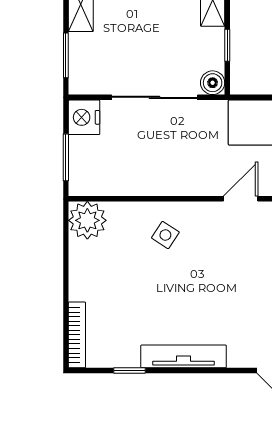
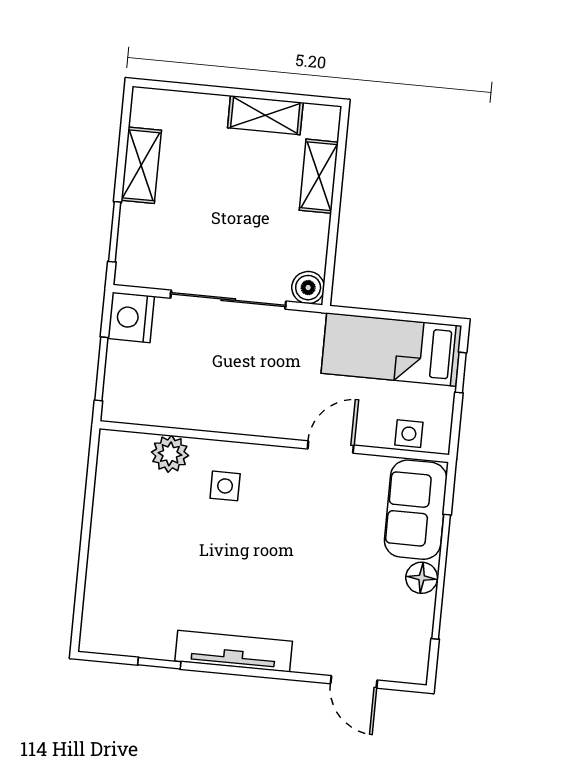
window: (227, 45) -> (333, 239), removed
plant: (87, 220) -> (170, 454), moved, width x0.73, depth x0.73
side table: (165, 235) -> (225, 486), turned -33
bookcase: (77, 335) -> (93, 609), removed

